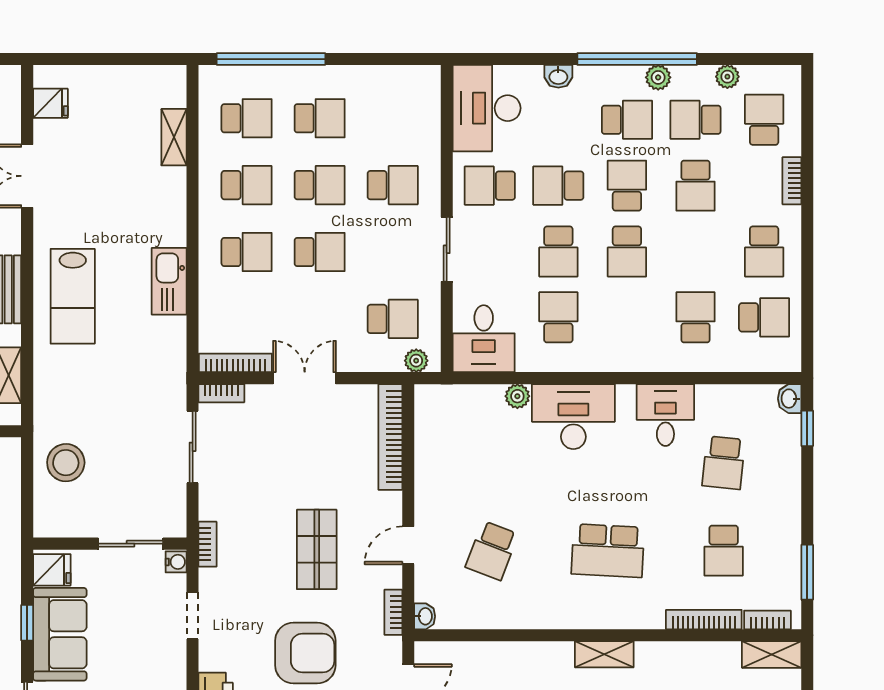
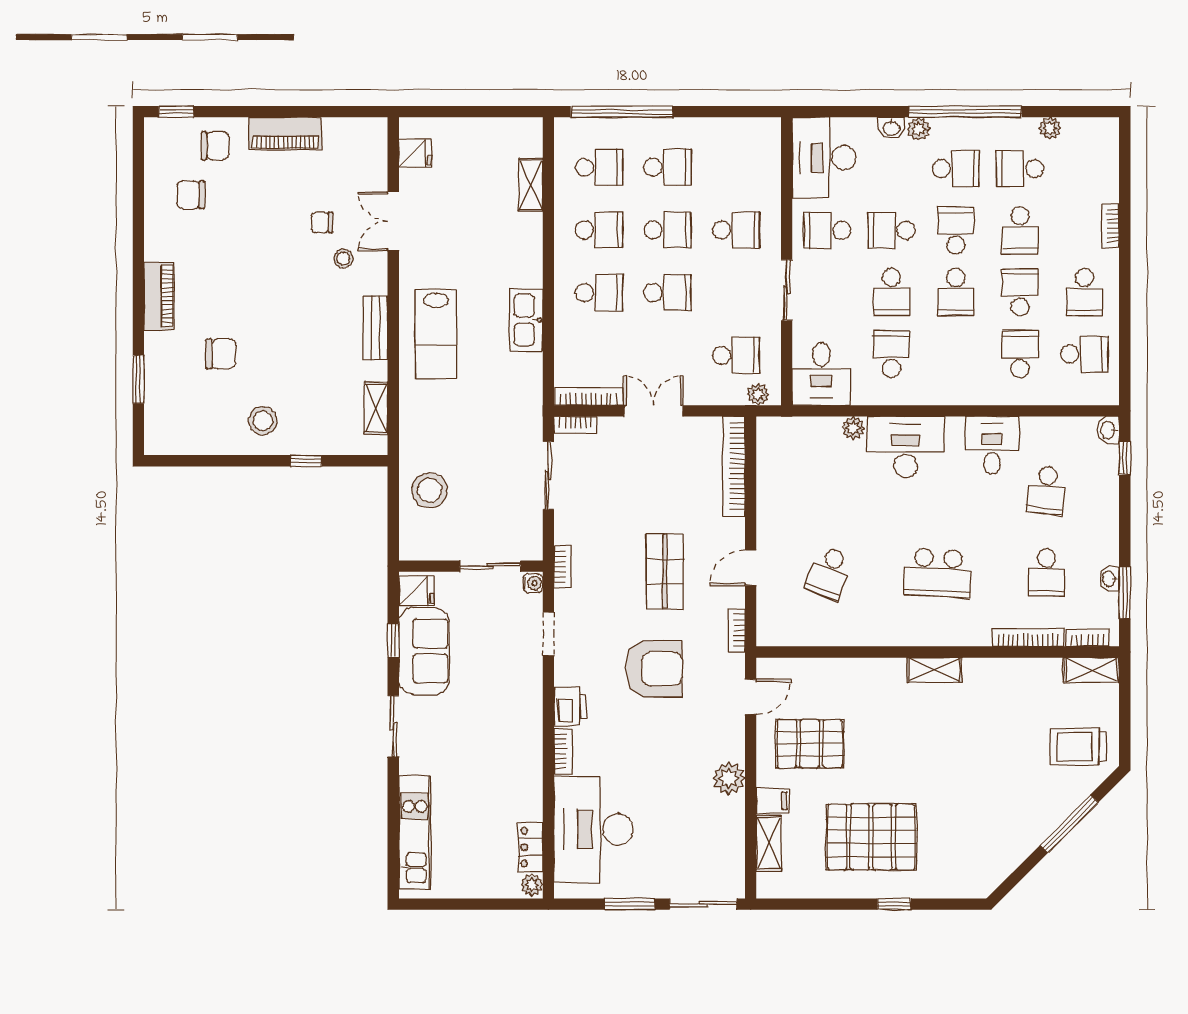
plant: (658, 77) -> (919, 129), moved
school desk: (764, 120) -> (1020, 292), moved
washbasin: (425, 616) -> (1109, 579), moved, turned 180

